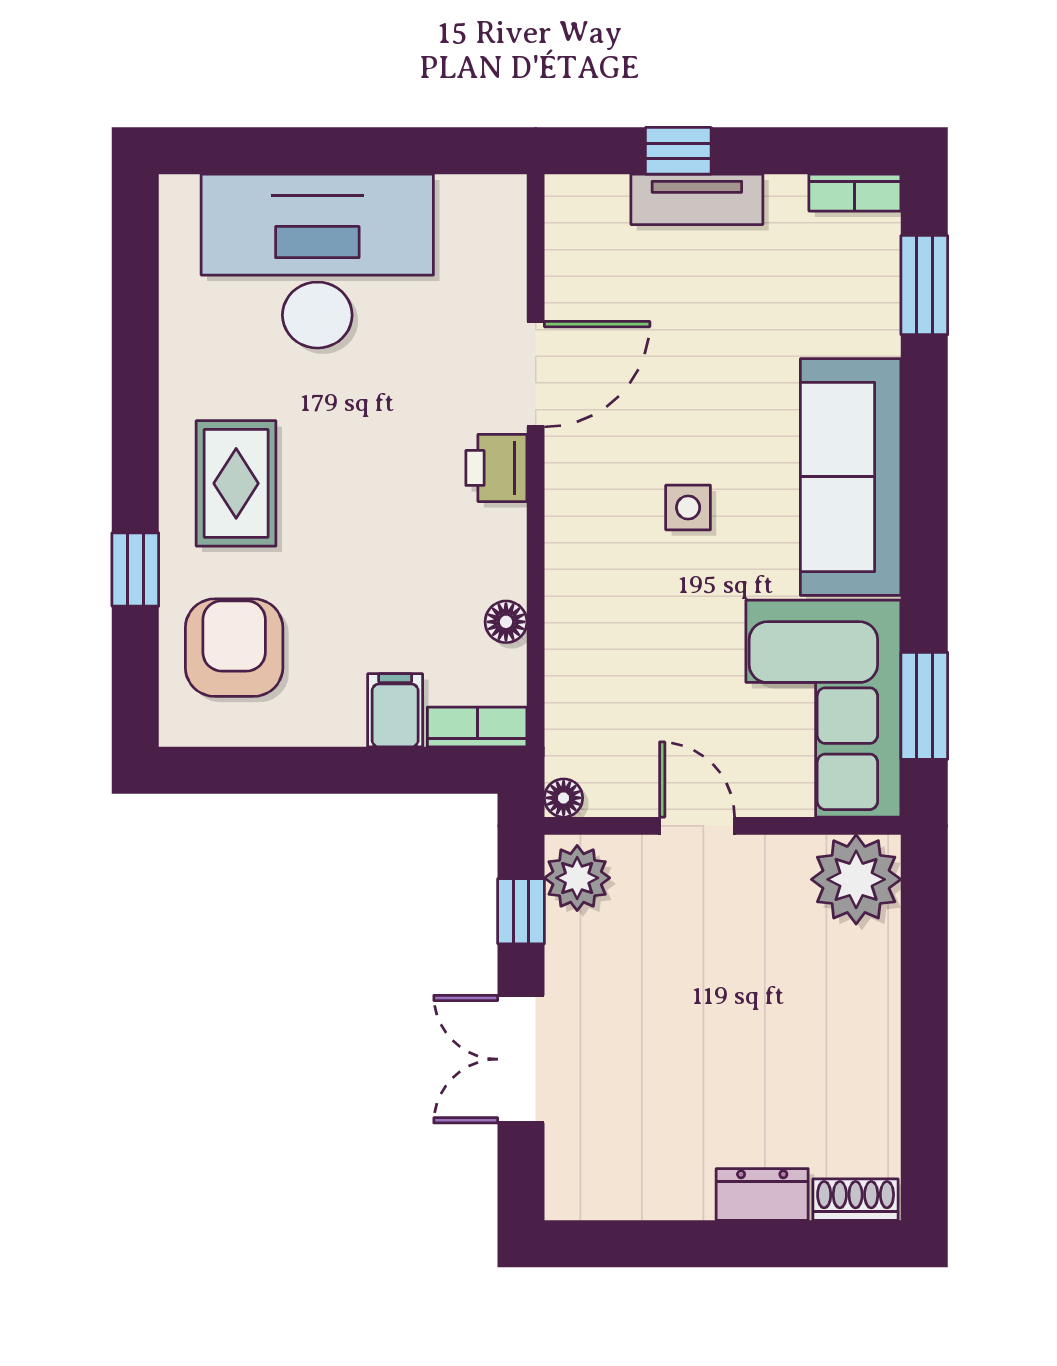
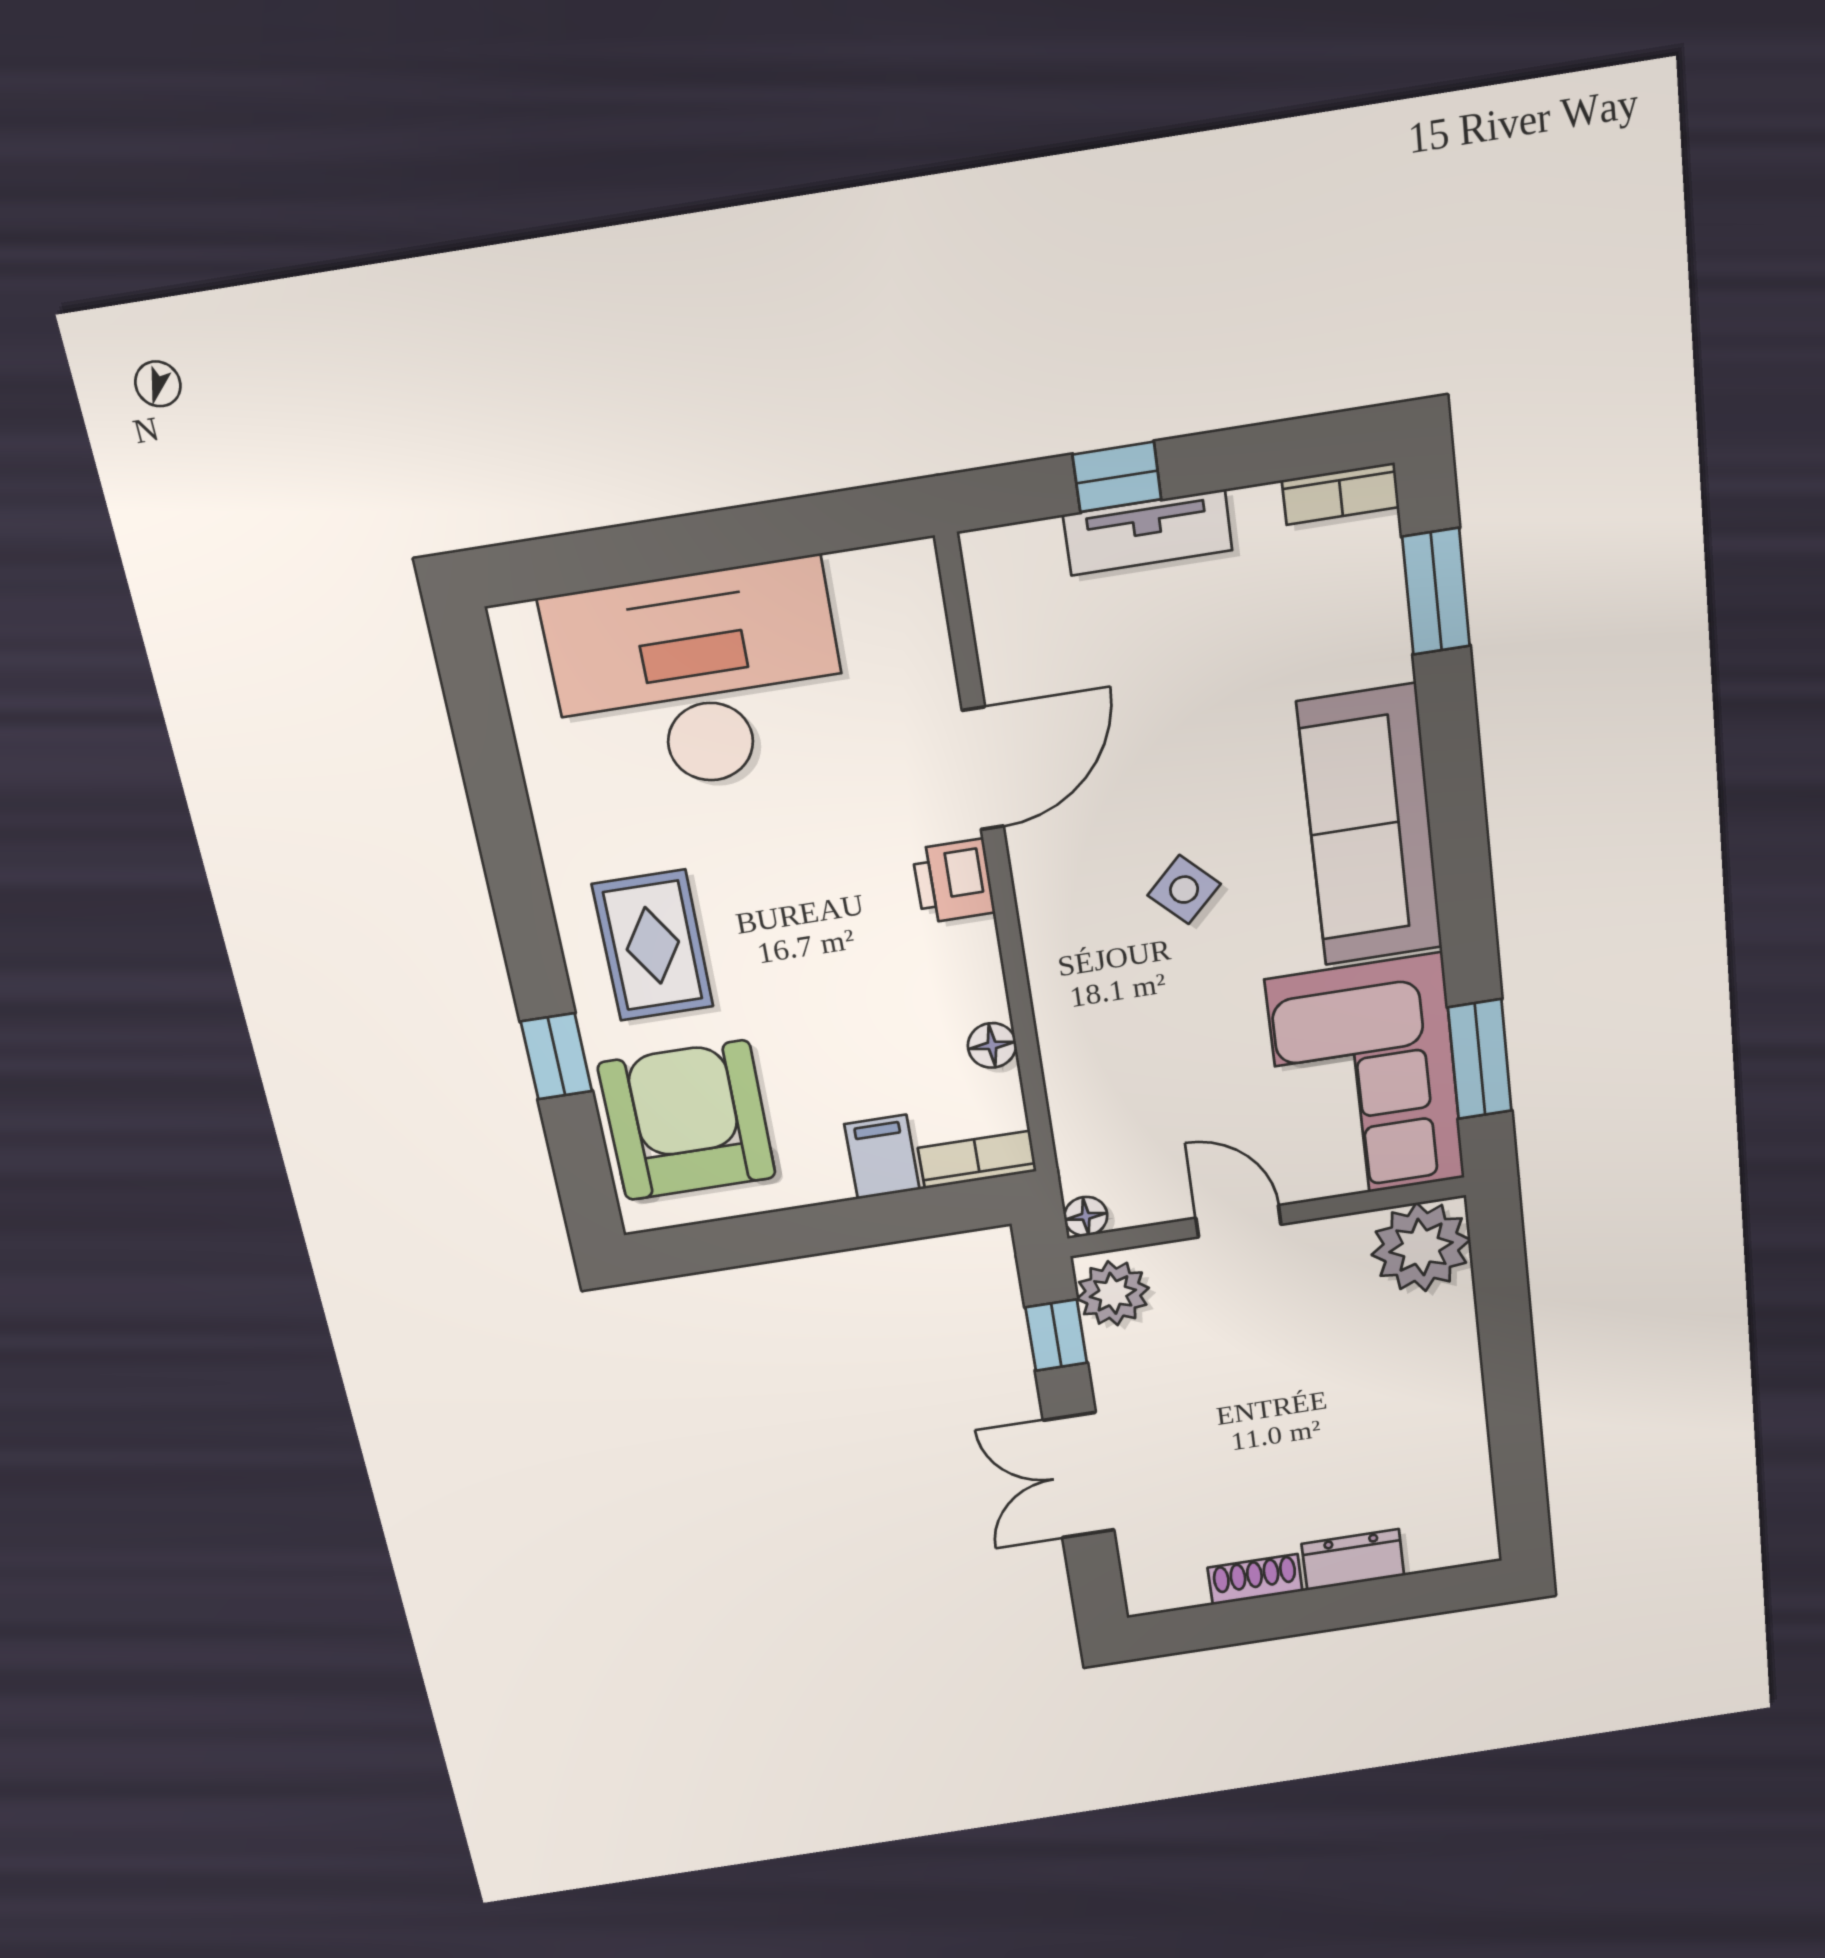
side table: (688, 508) -> (1184, 890), turned 45
armchair: (234, 648) -> (687, 1121), width x1.36, depth x1.36
shoe rack: (856, 1200) -> (1255, 1579), moved

